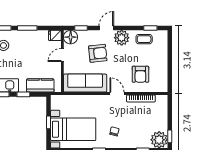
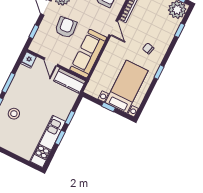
floor lamp: (71, 37) -> (38, 46), removed
kitchen counter: (40, 85) -> (70, 81), moved, turned -90
door: (117, 94) -> (113, 28), swing flipped

